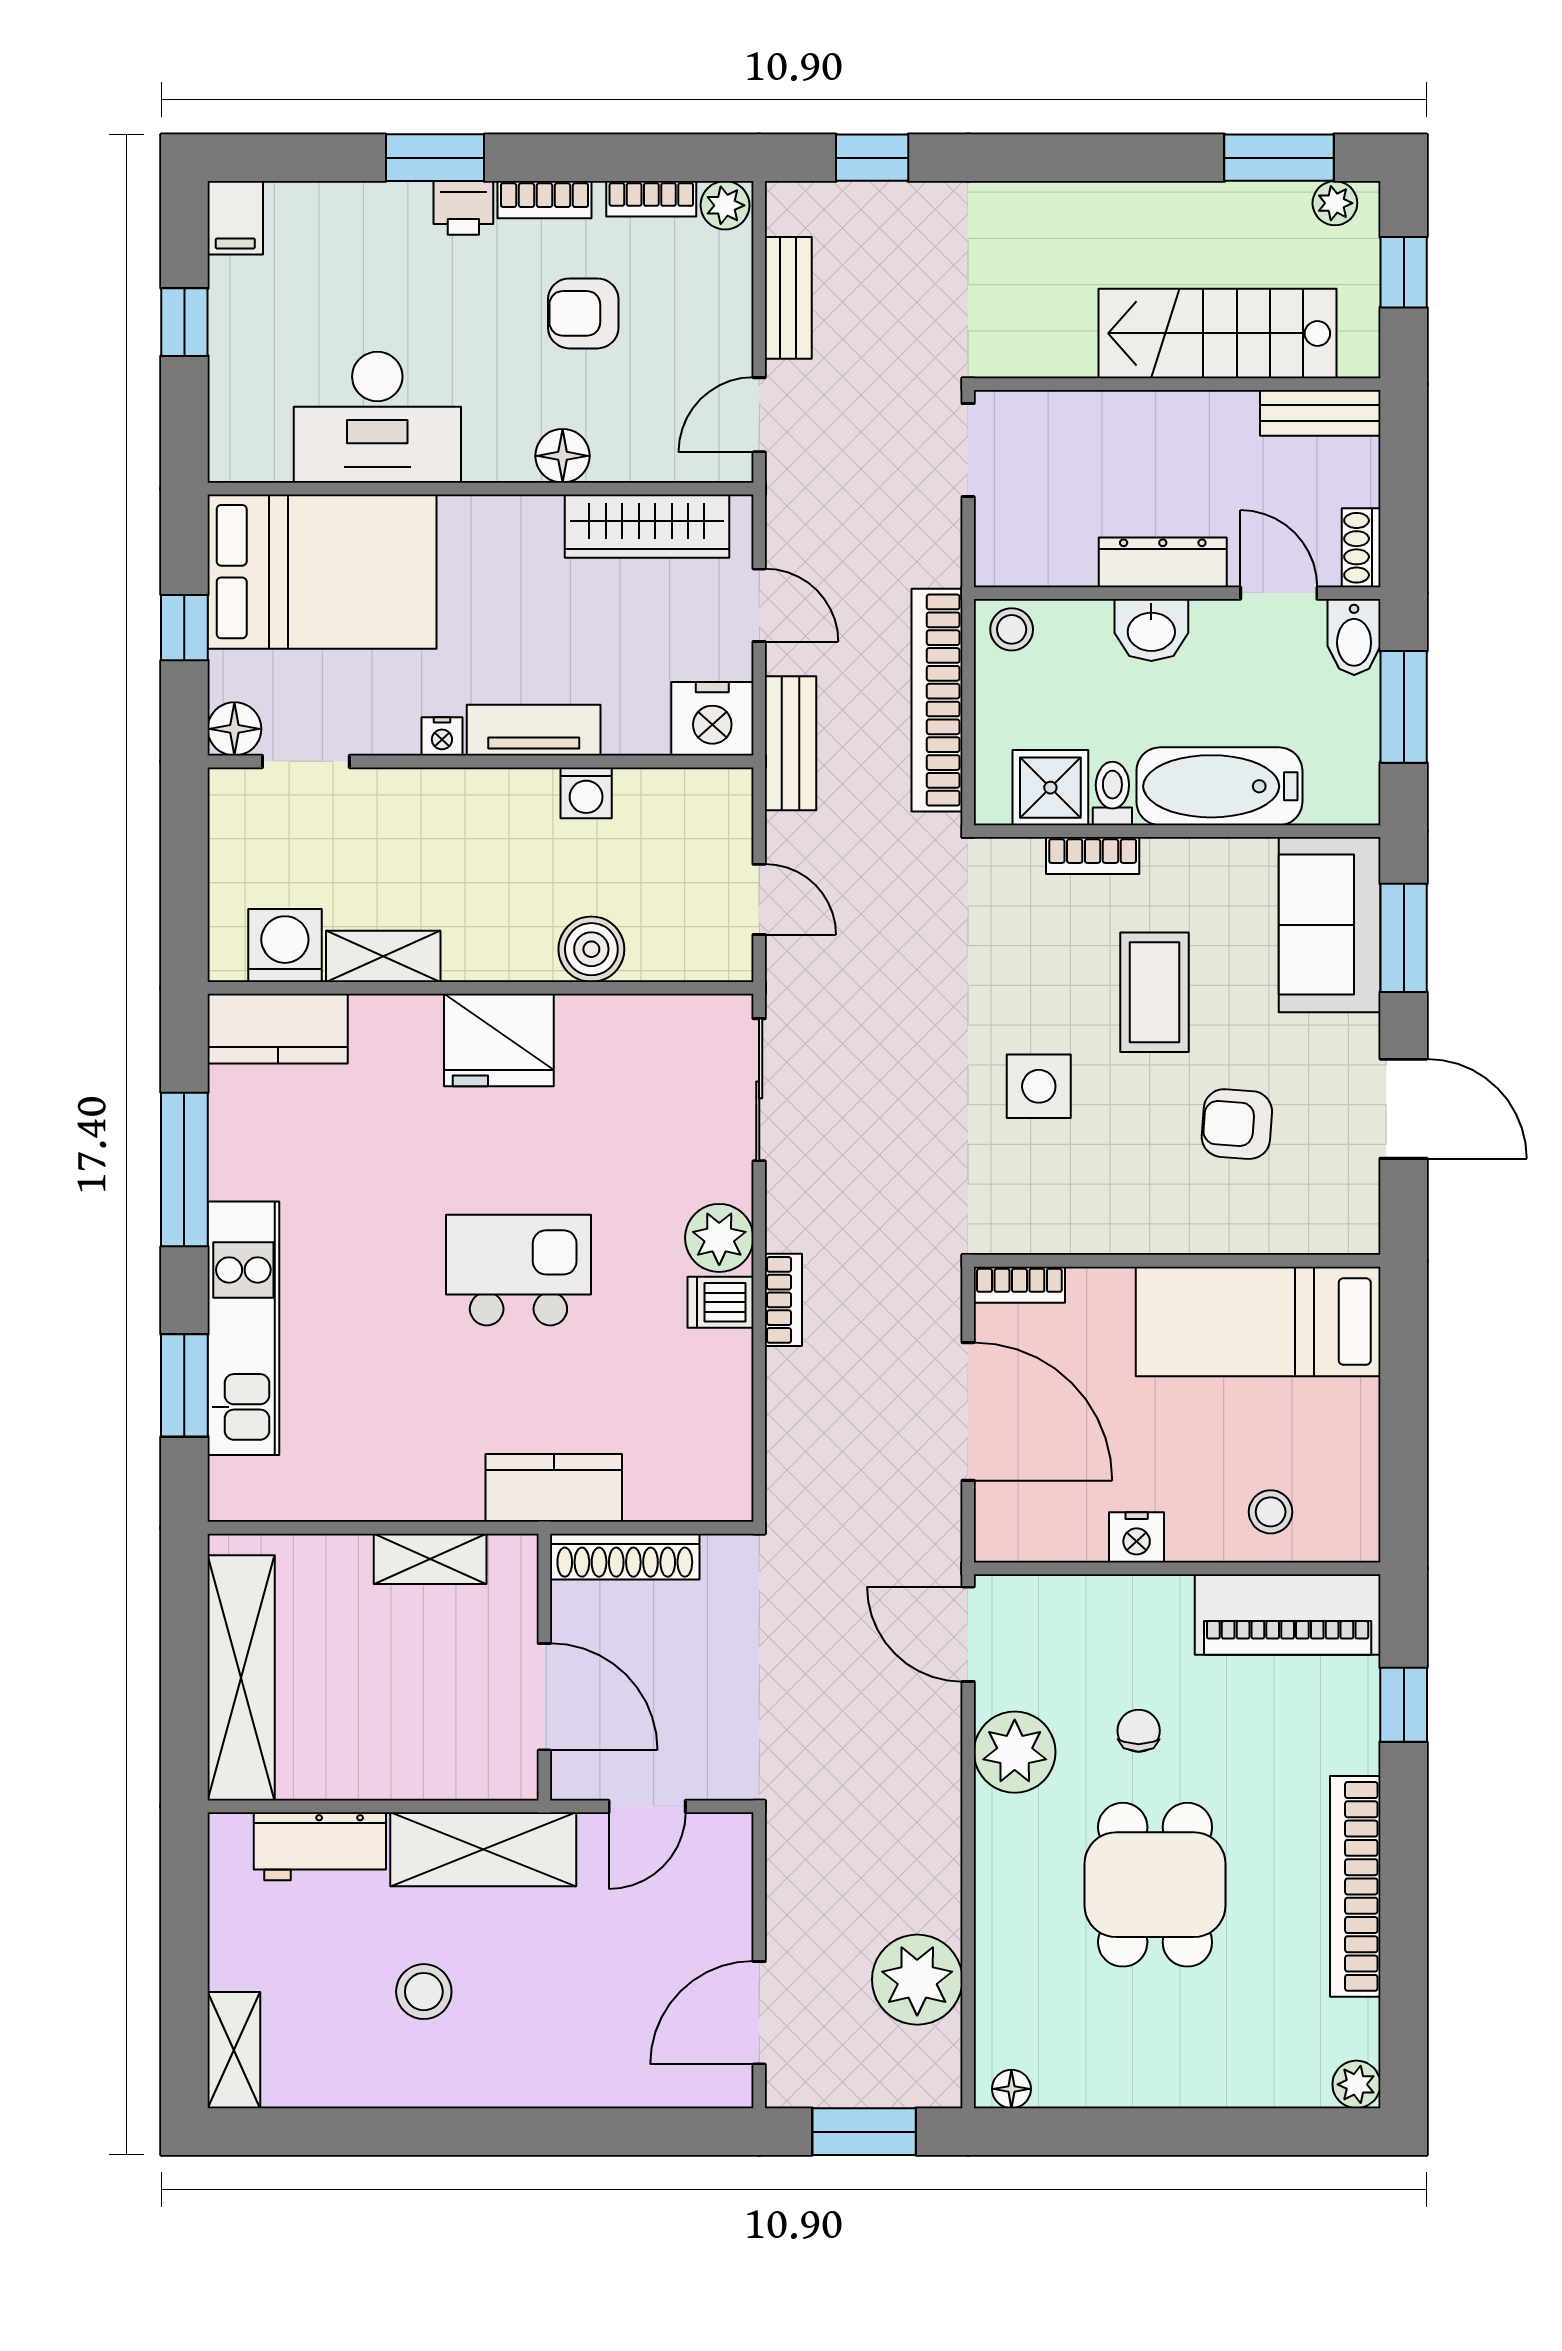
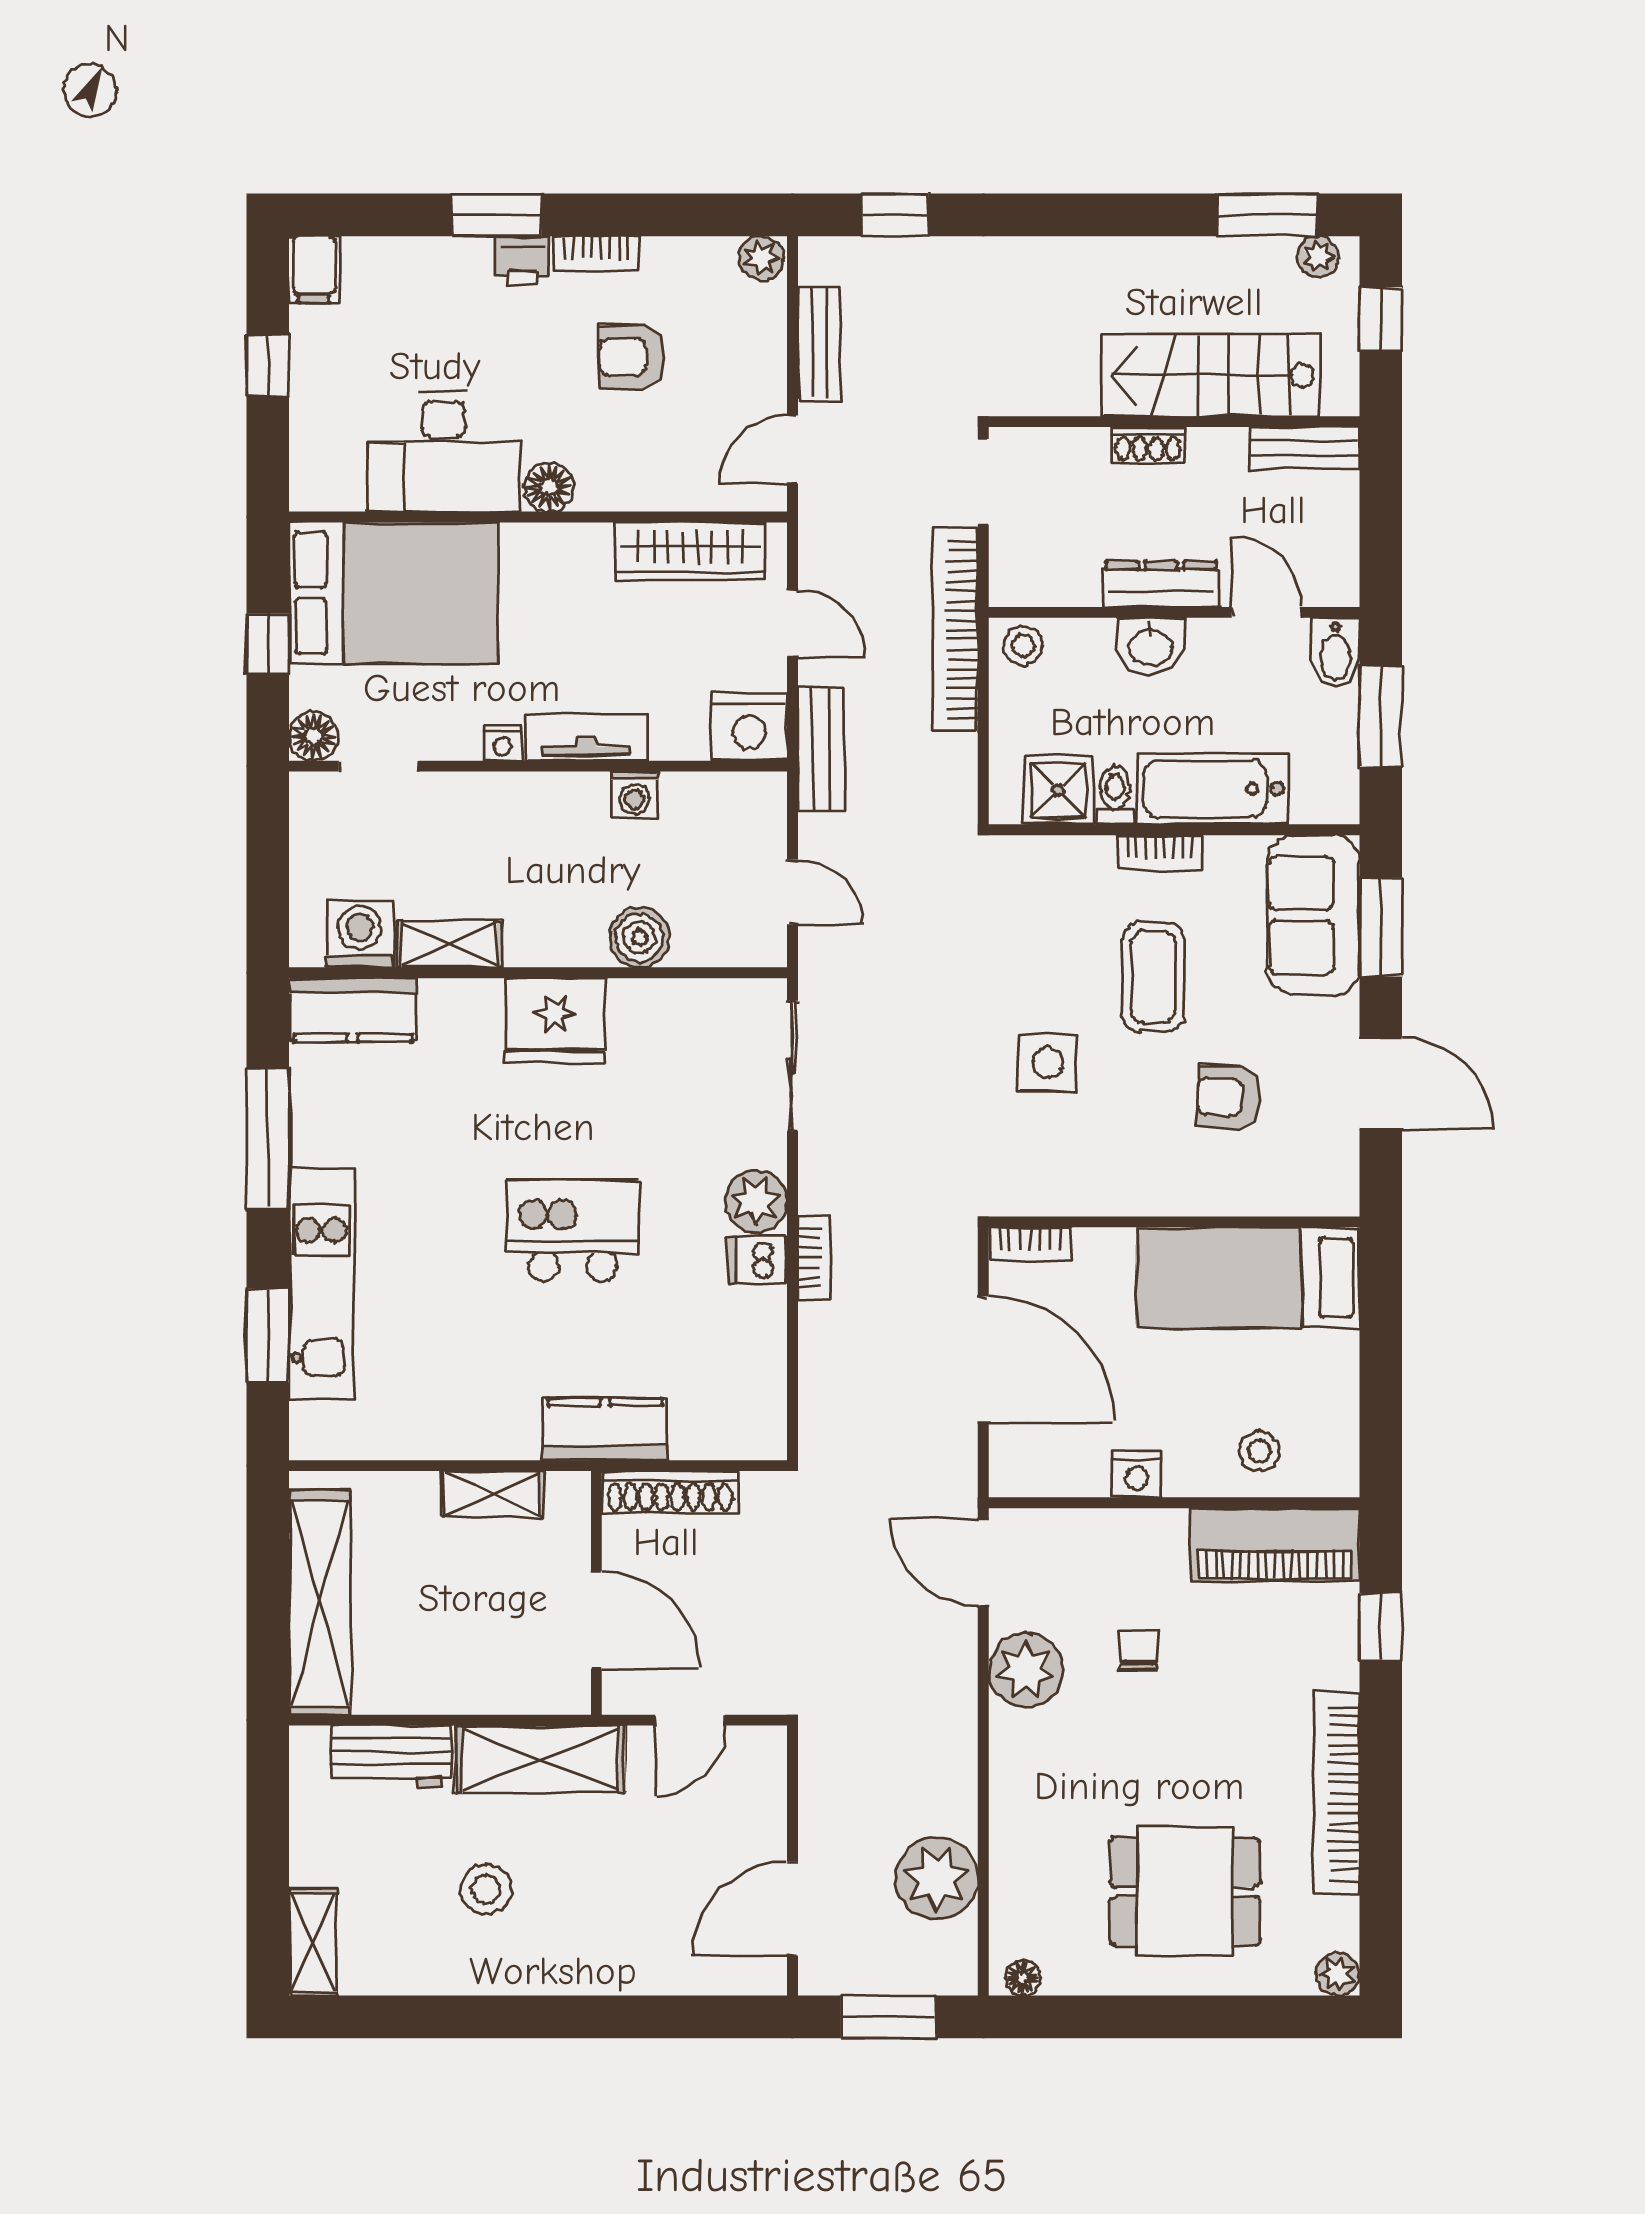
bookcase: (651, 199) -> (694, 252), removed
floor lamp: (563, 456) -> (549, 487), moved
shoe rack: (1361, 548) -> (1148, 444), moved, turned -90
bookcase: (937, 700) -> (955, 630), moved
bookcase: (1093, 856) -> (1160, 852), moved
dining table: (1155, 1885) -> (1185, 1892), moved, turned 90

